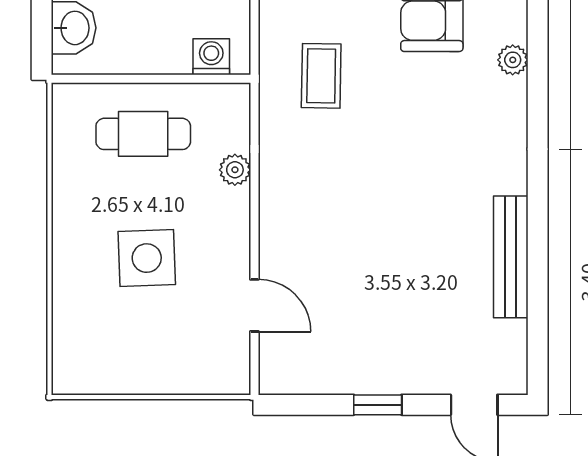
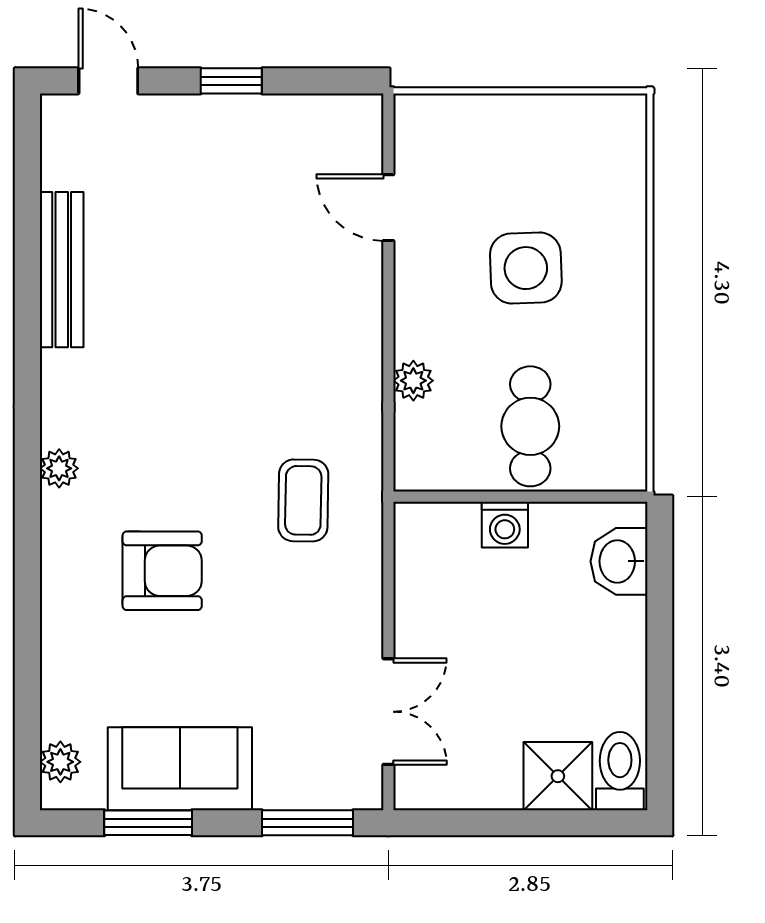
washing machine: (211, 57) -> (505, 525), moved
plant: (513, 60) -> (59, 468), moved
cafe table: (143, 134) -> (530, 426), turned 90

